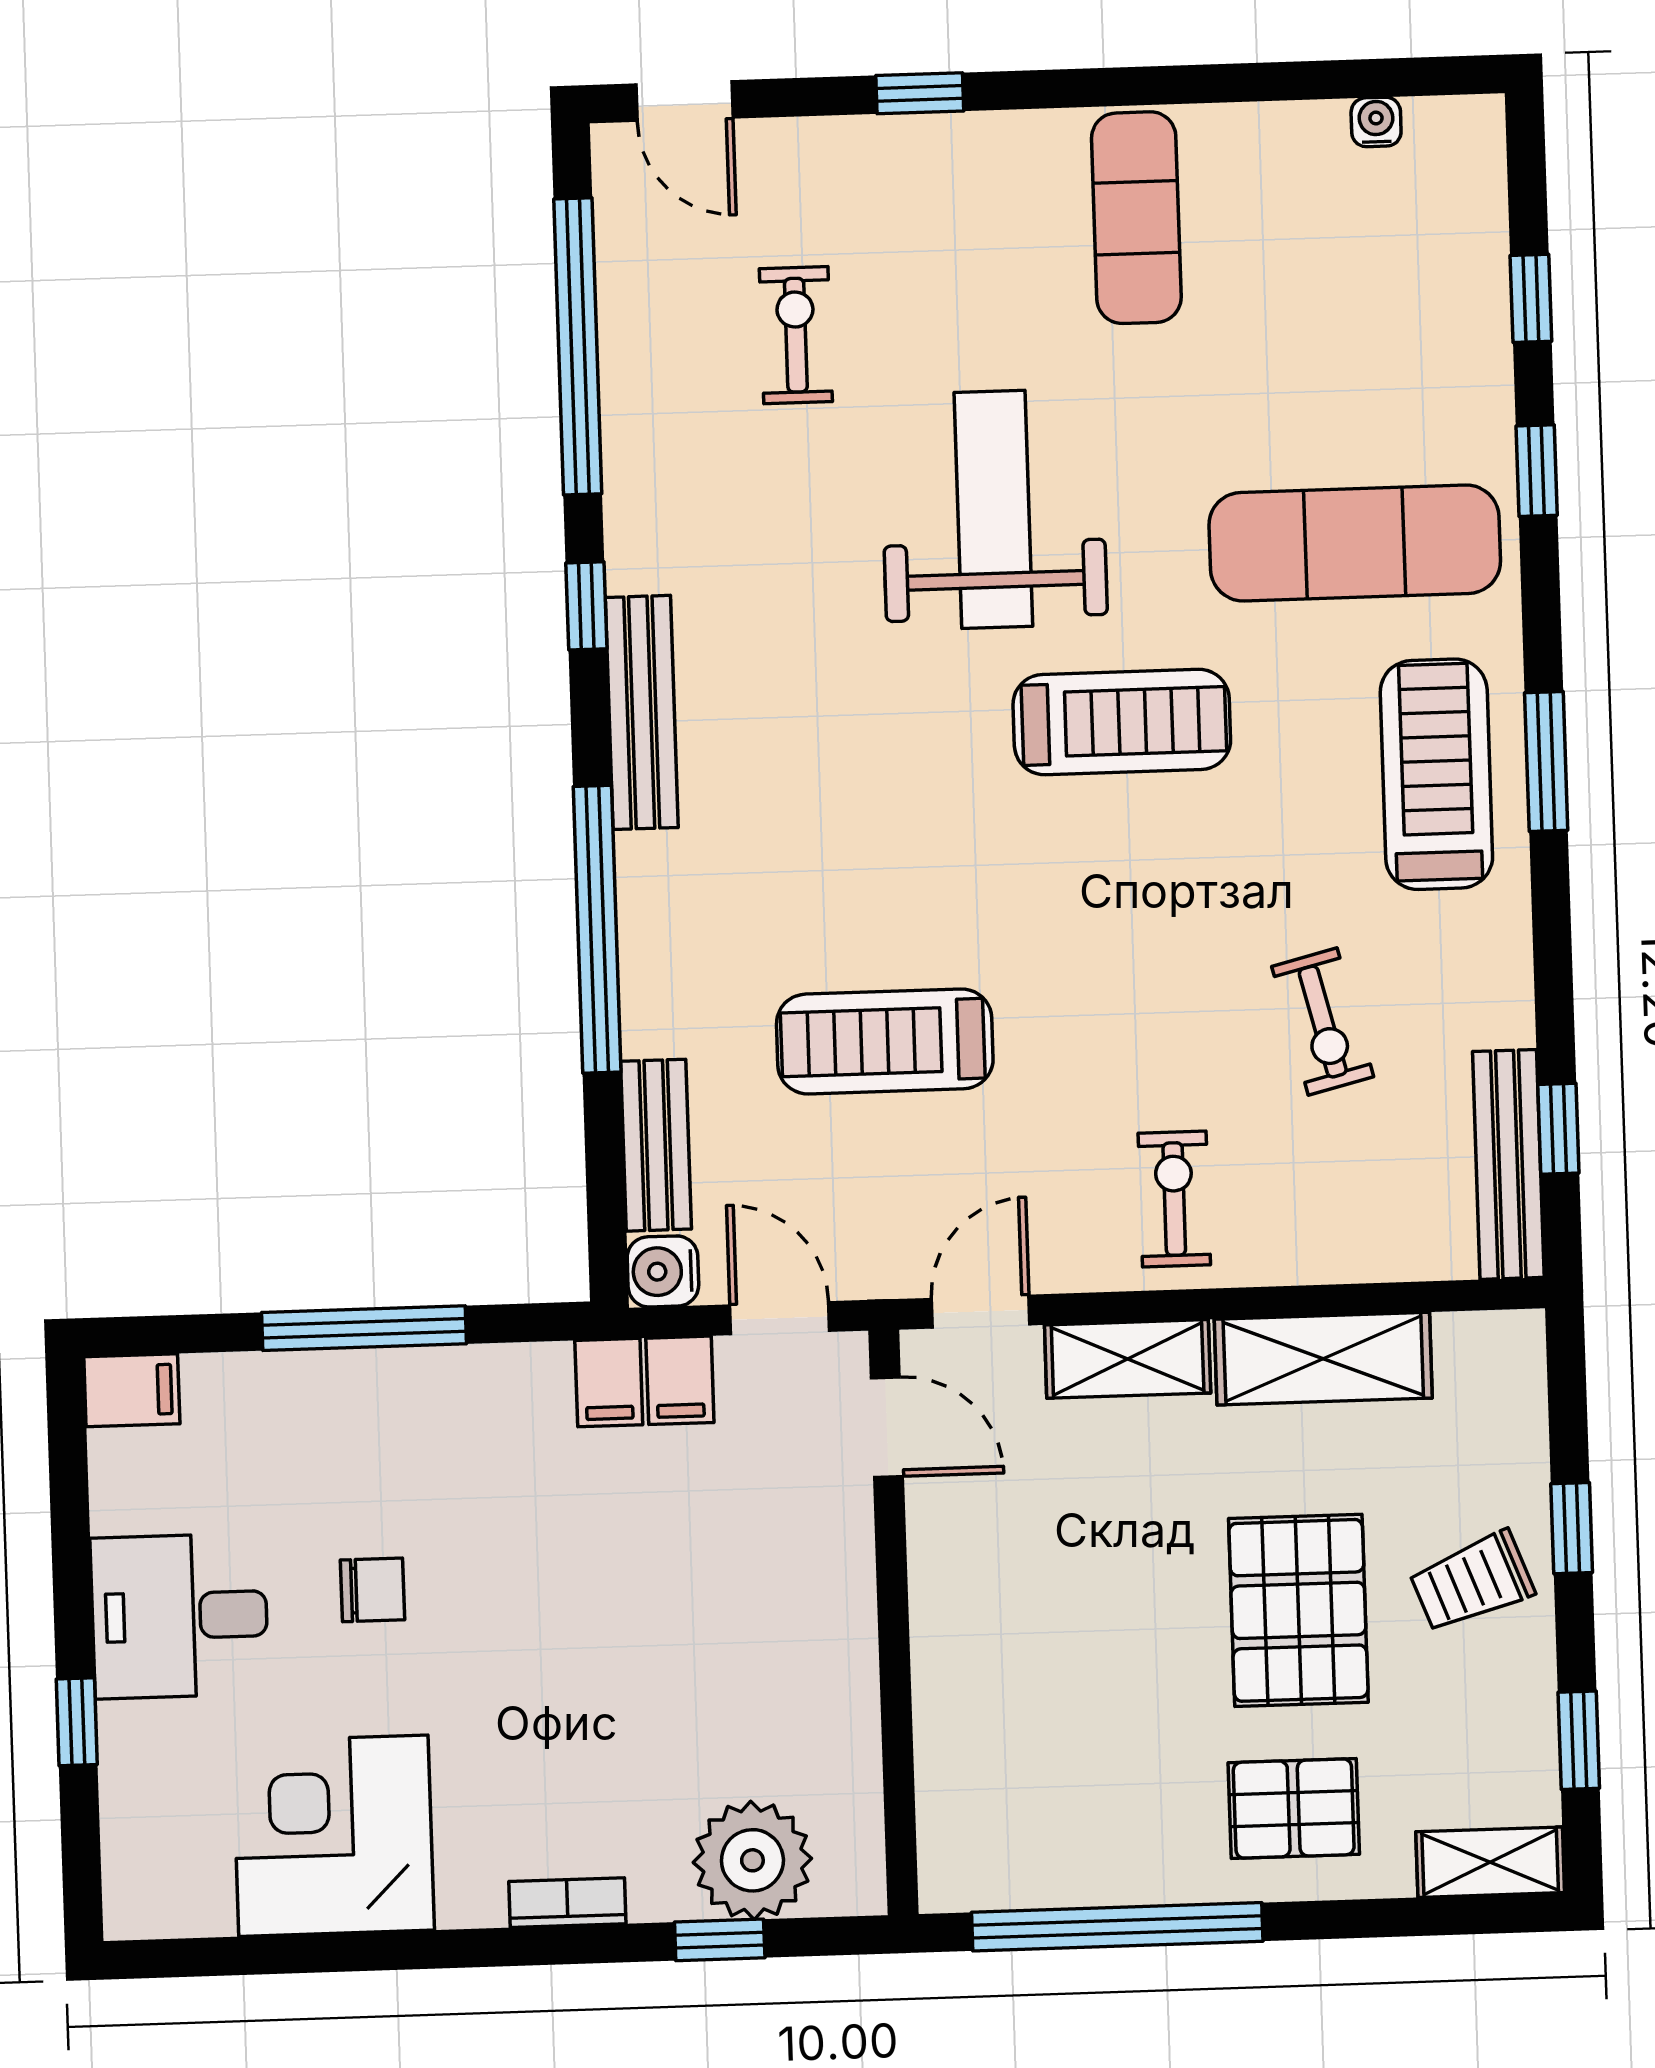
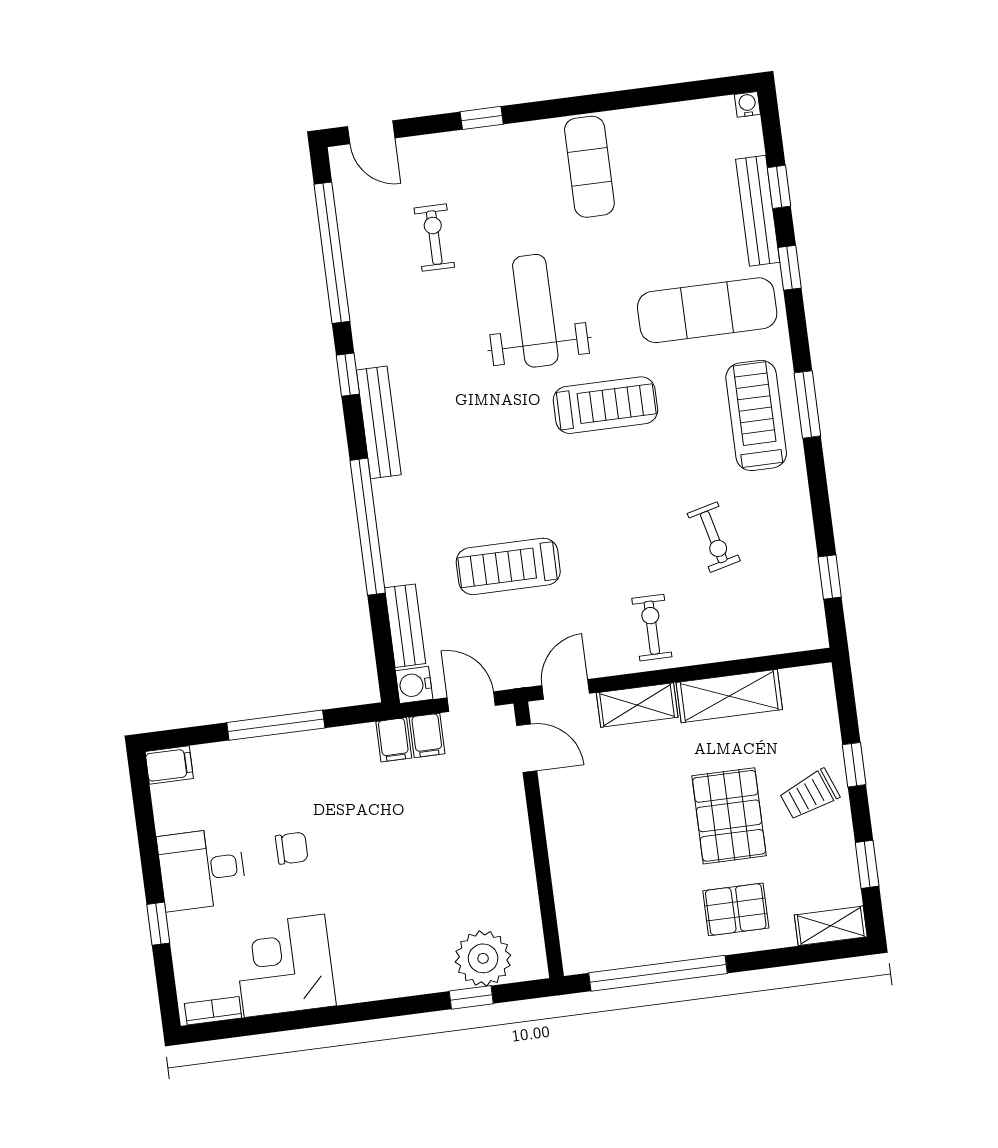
water cooler: (1376, 122) -> (747, 104), moved
bench: (1508, 1164) -> (758, 211), moved
bookcase: (567, 1903) -> (213, 1011), moved

